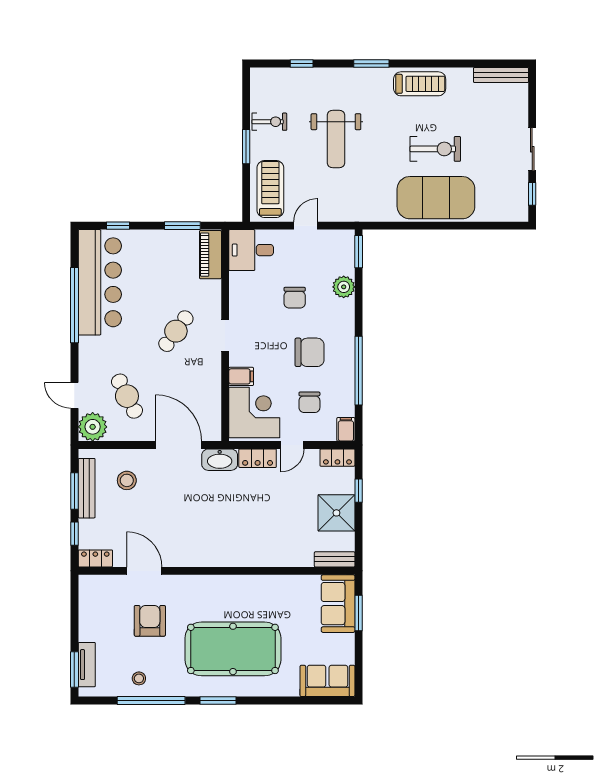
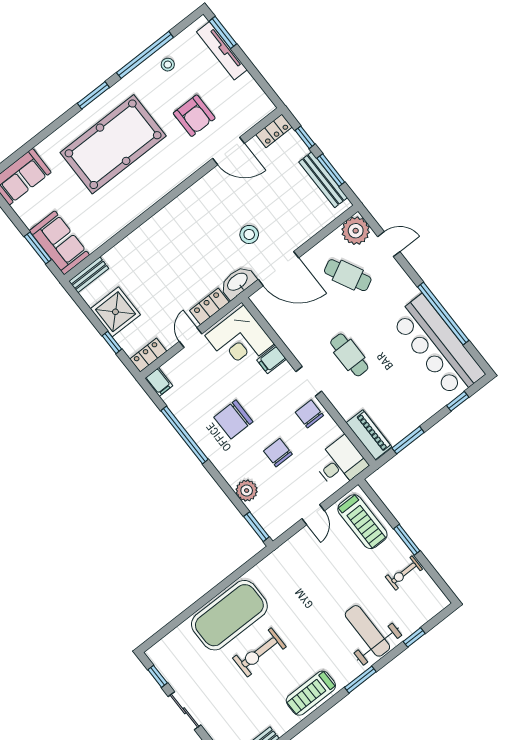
weight bench: (336, 139) -> (367, 631), moved
cafe table: (176, 331) -> (349, 355), turned -36
chair: (309, 402) -> (309, 414), moved
stool: (127, 480) -> (249, 234), moved
tv unit: (87, 665) -> (222, 51), width x1.41

